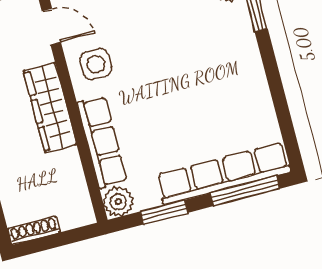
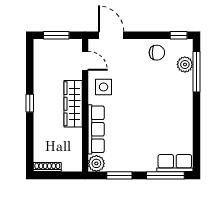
row of seats: (224, 173) -> (175, 163), width x0.50

